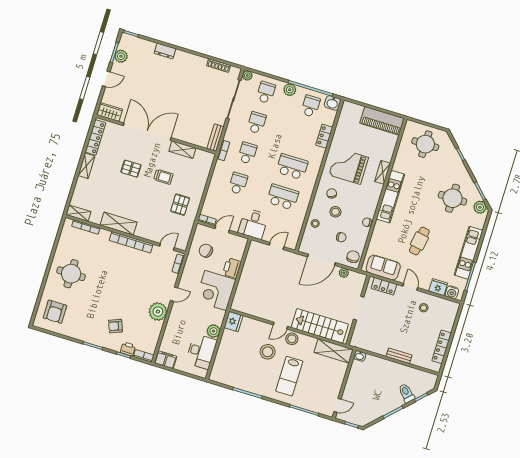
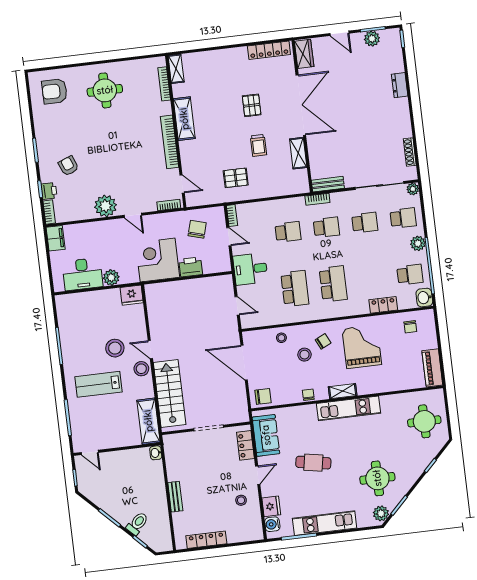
piano: (382, 121) -> (432, 368), width x0.73, depth x0.75
shelving: (86, 166) -> (233, 54), removed
shelving: (383, 172) -> (343, 391), moved
chair: (341, 237) -> (410, 327), moved
plant: (344, 273) -> (241, 394), removed

